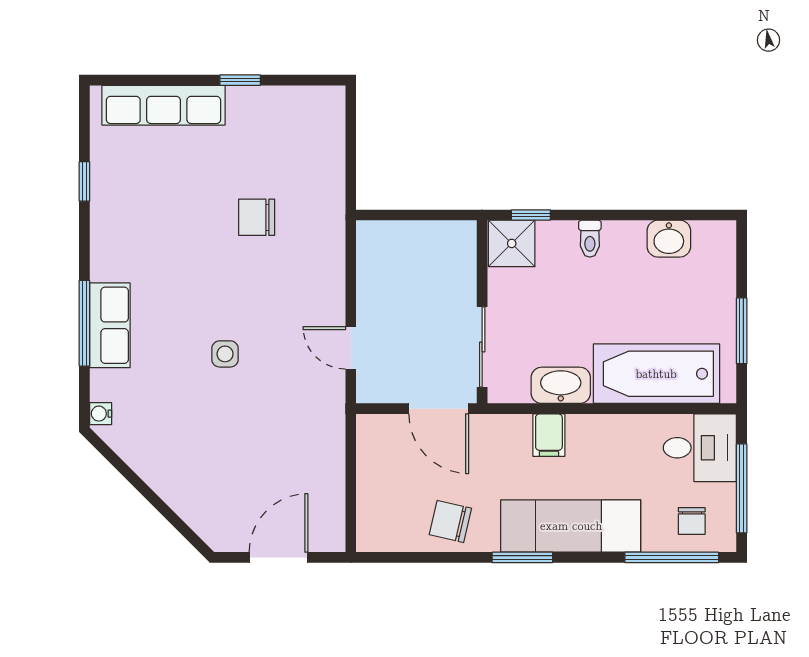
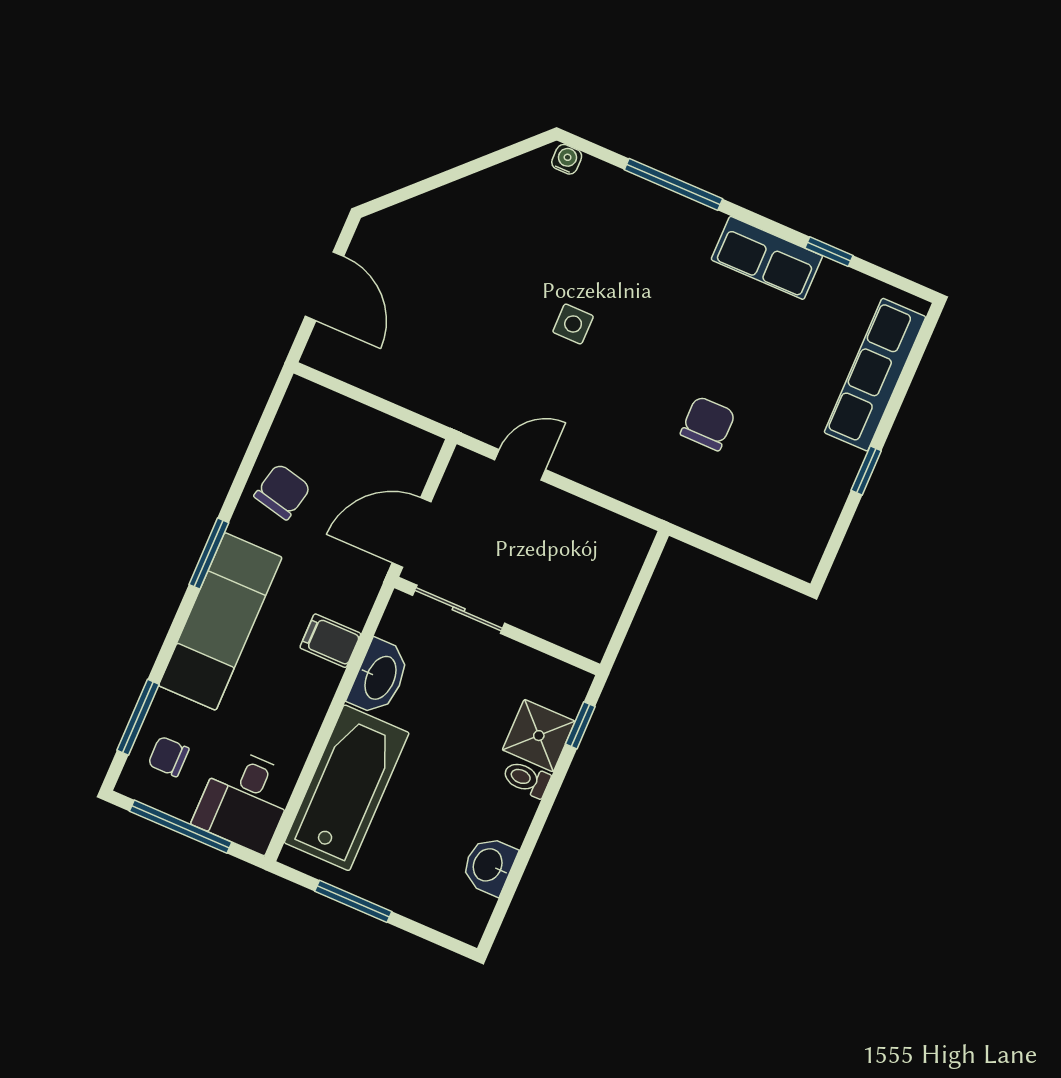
shower: (512, 243) -> (539, 736), moved
row of seats: (110, 325) -> (767, 258), moved
window: (672, 557) -> (138, 717), width x0.69

